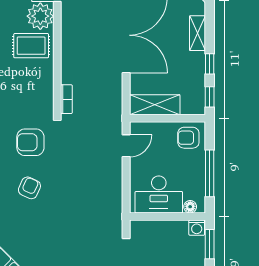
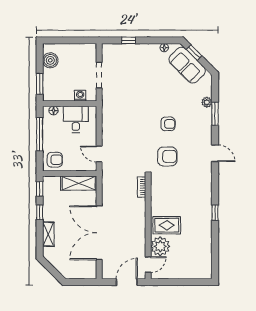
door: (126, 146) -> (99, 154), hinge flipped
armchair: (29, 188) -> (168, 124), turned -114
desk: (159, 194) -> (76, 119), width x0.73
washing machine: (197, 228) -> (80, 96), moved

